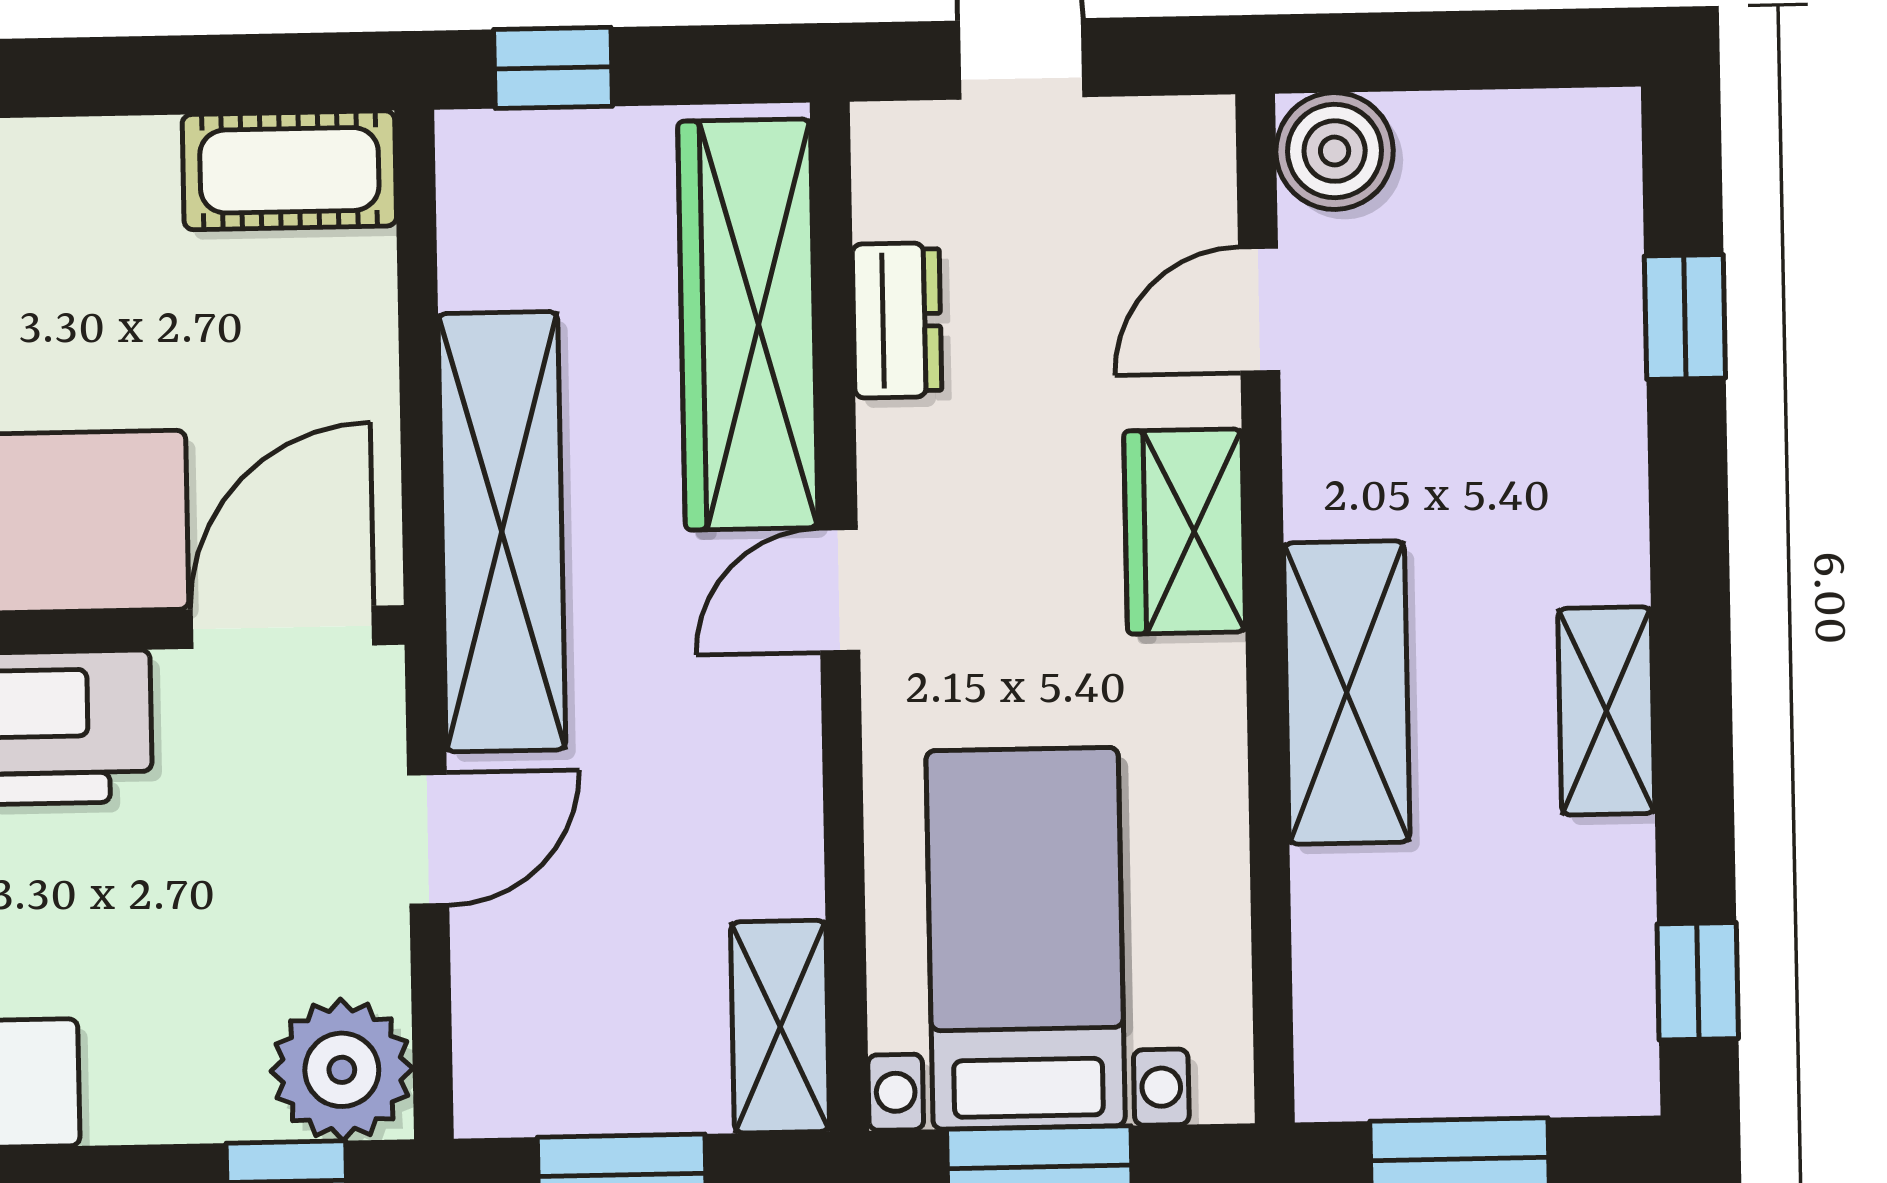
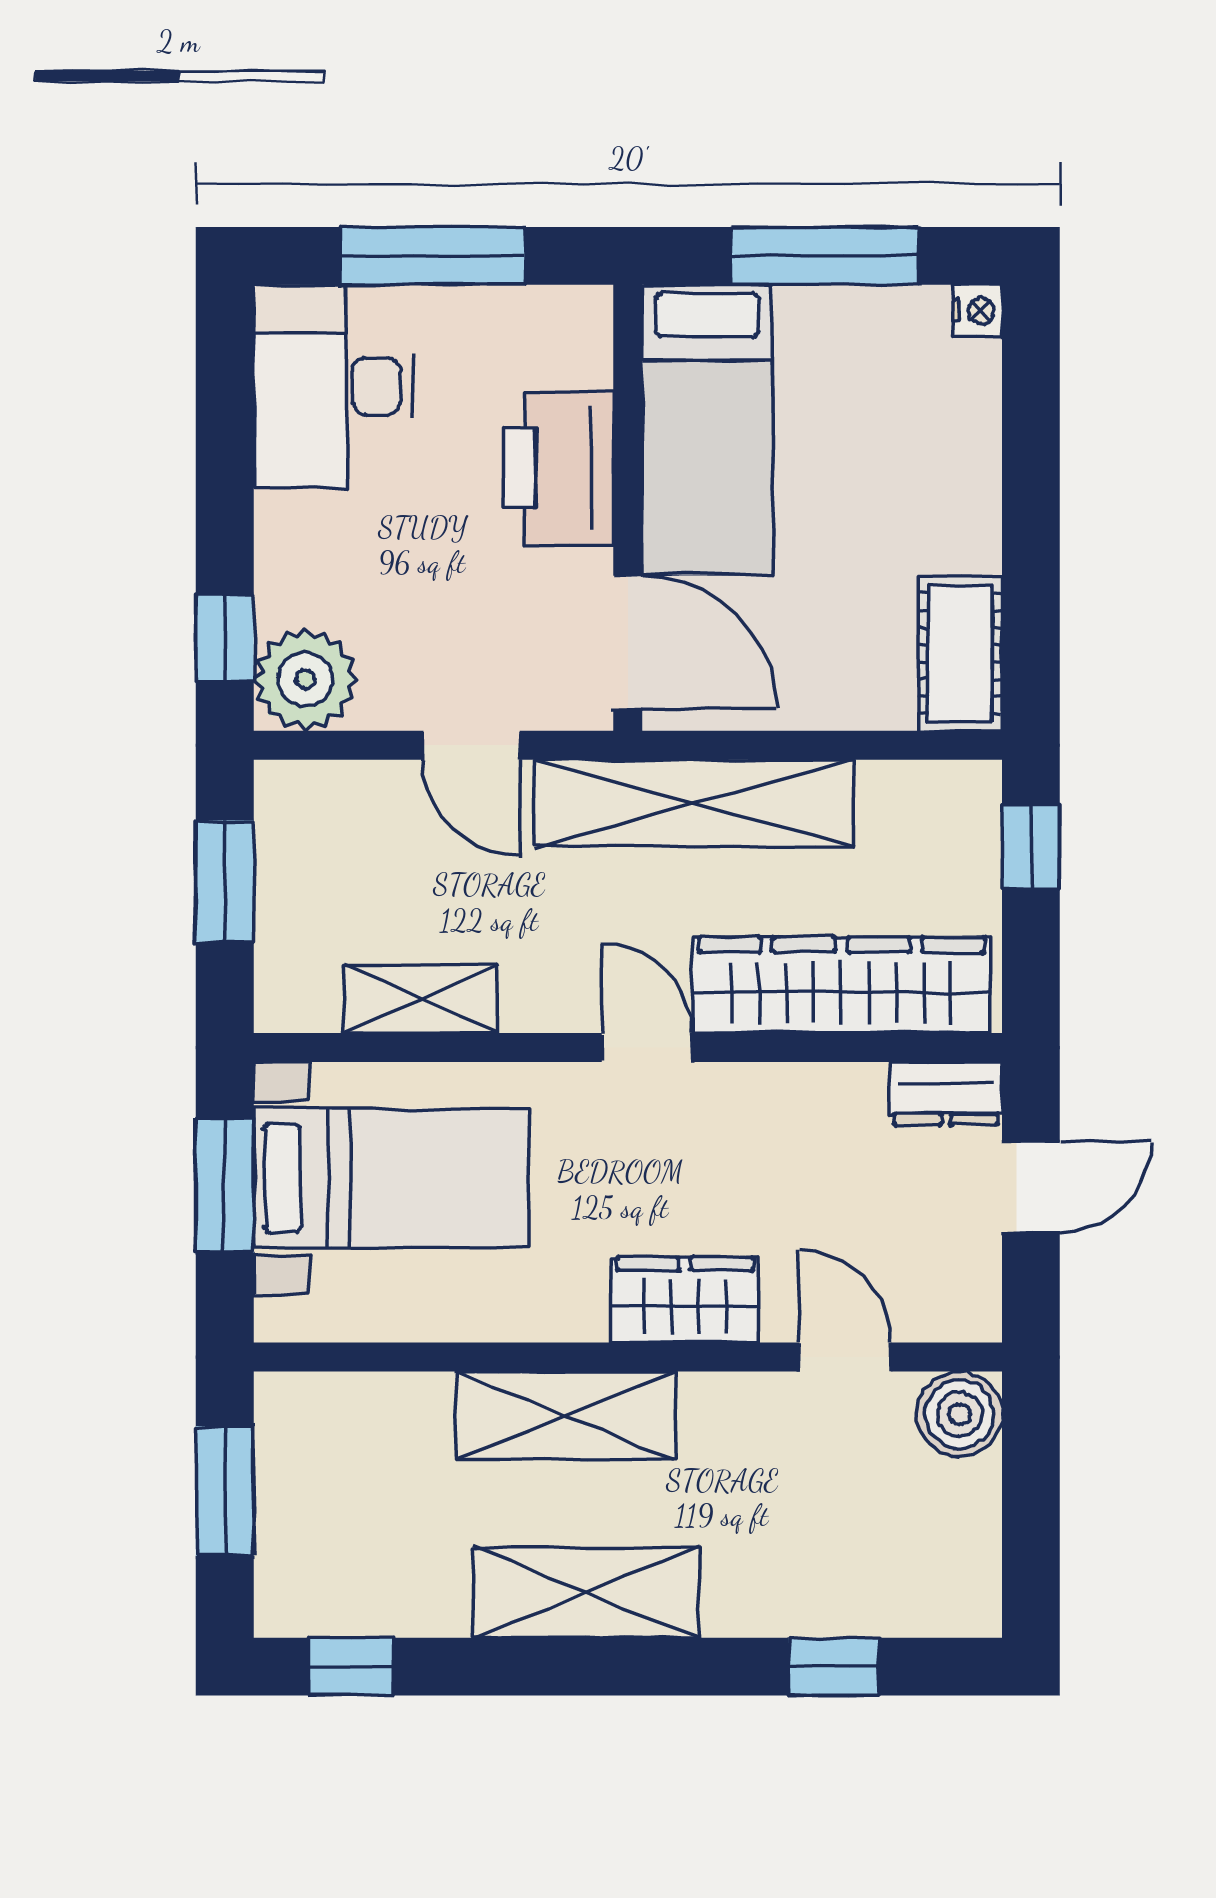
dresser: (897, 320) -> (946, 1094), moved
shelving: (1606, 711) -> (586, 1593), width x1.50, depth x1.33
shelving: (780, 1027) -> (421, 999), moved

